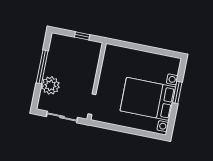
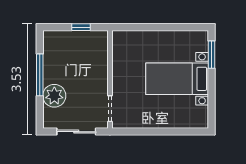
window: (177, 92) -> (211, 55), moved
bed with nightstands: (148, 99) -> (177, 79), width x0.73

